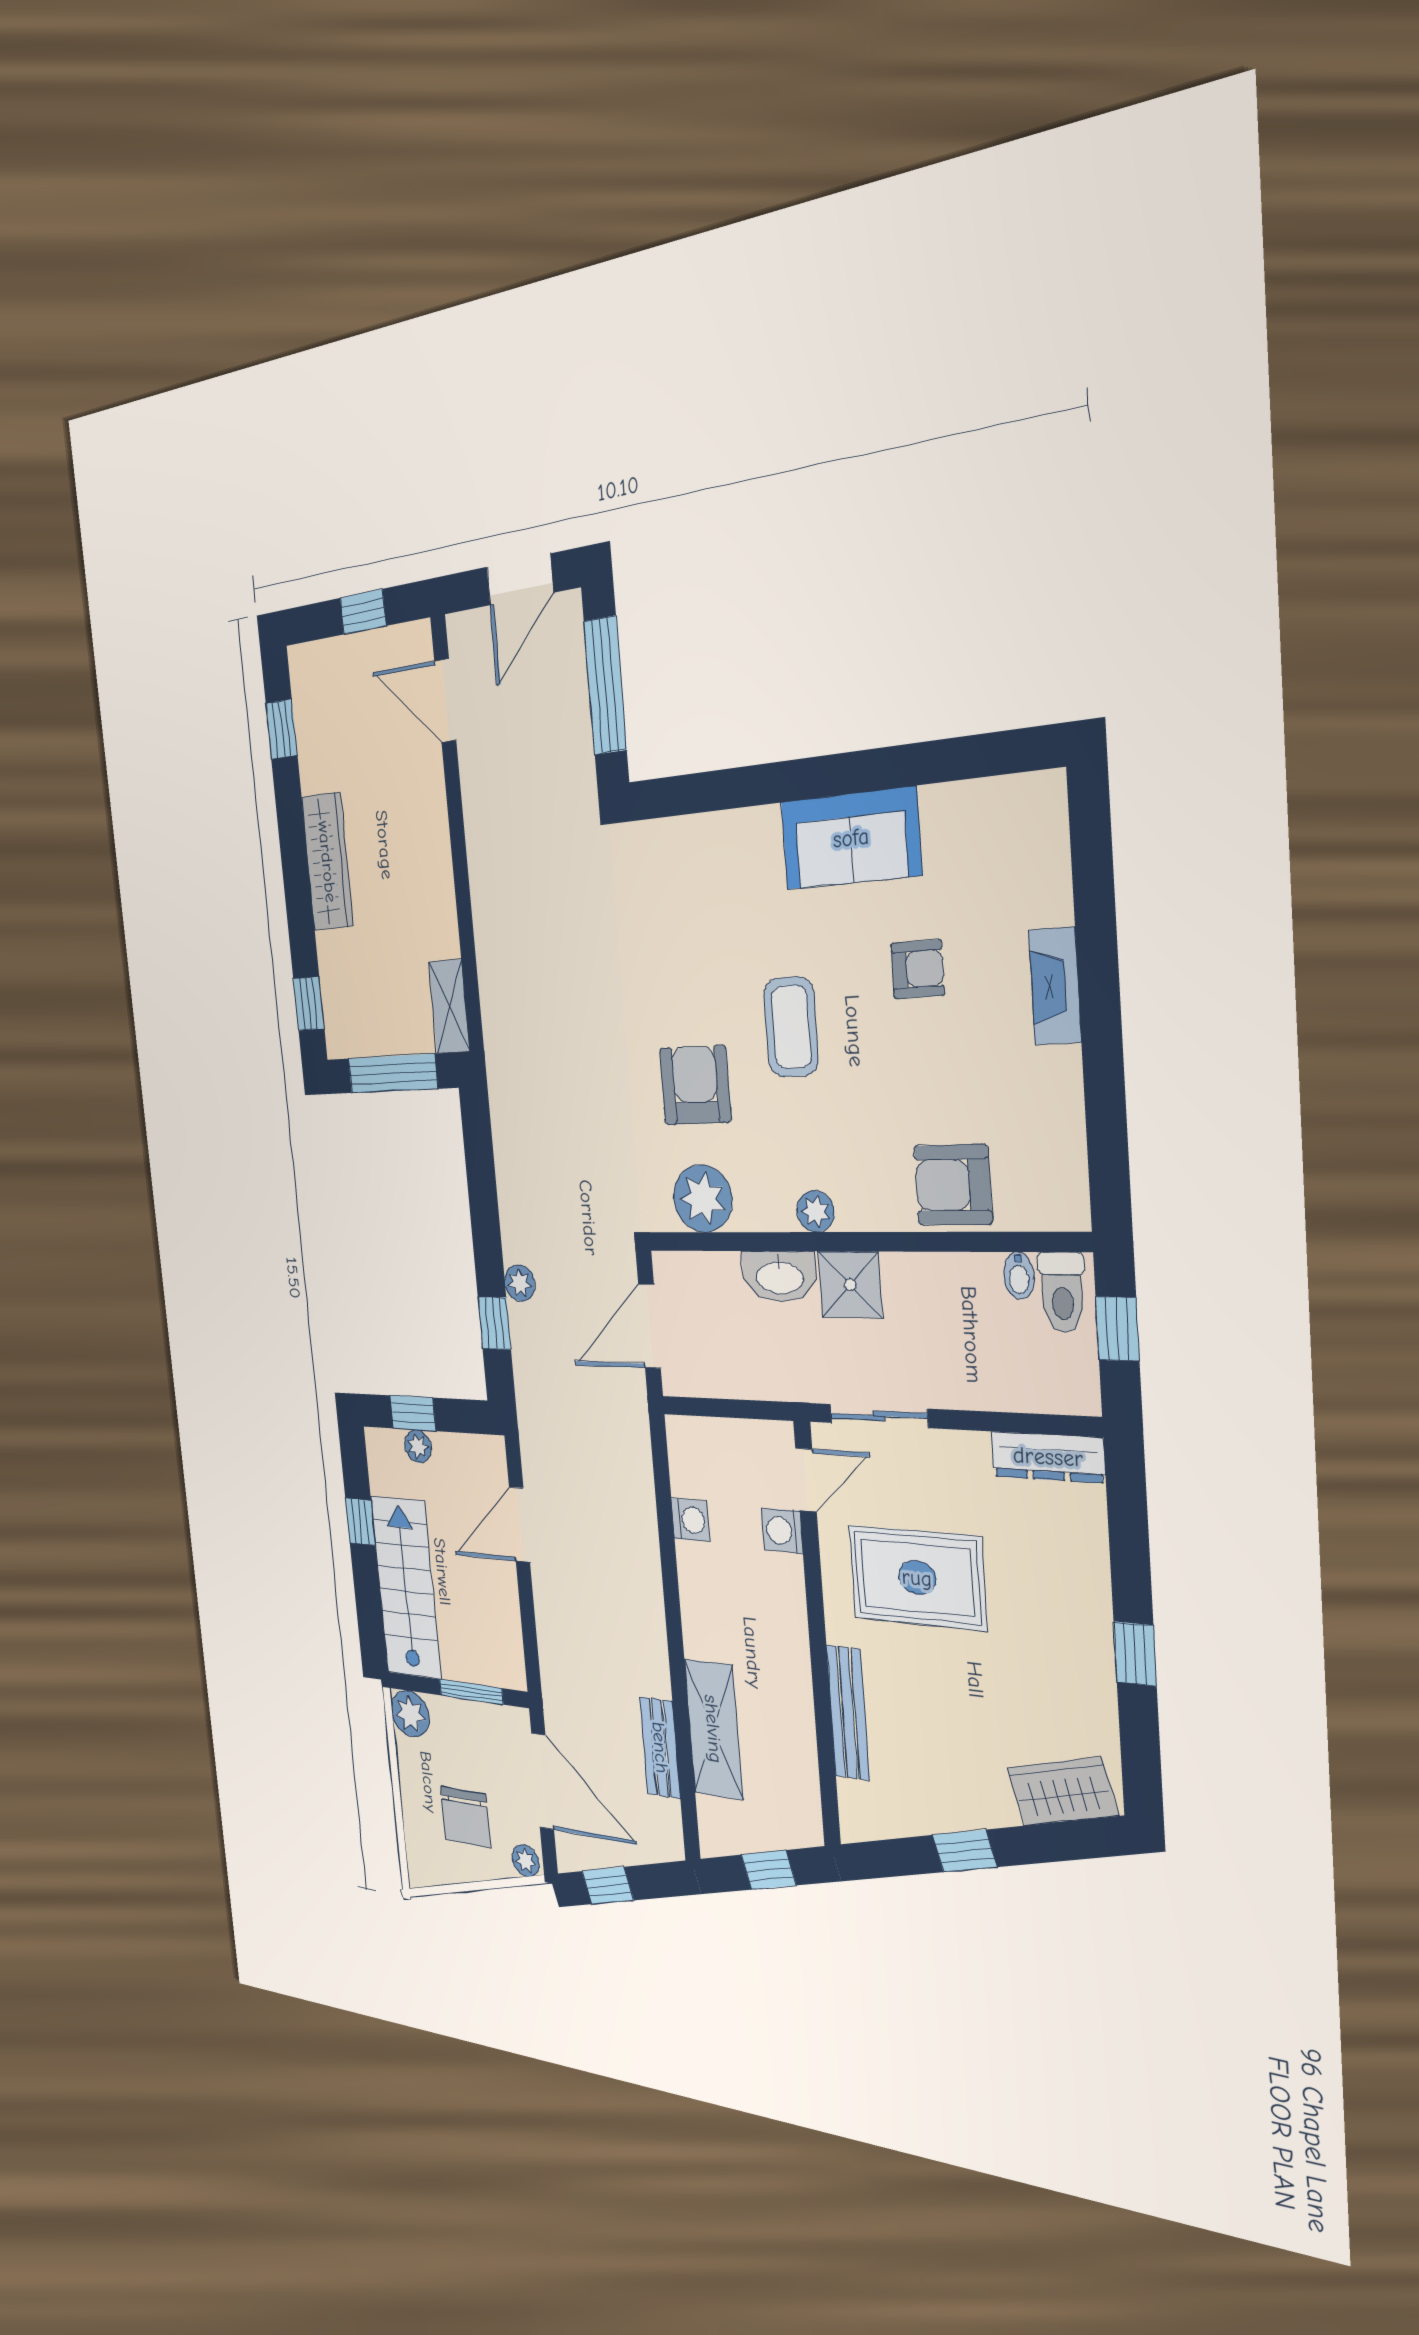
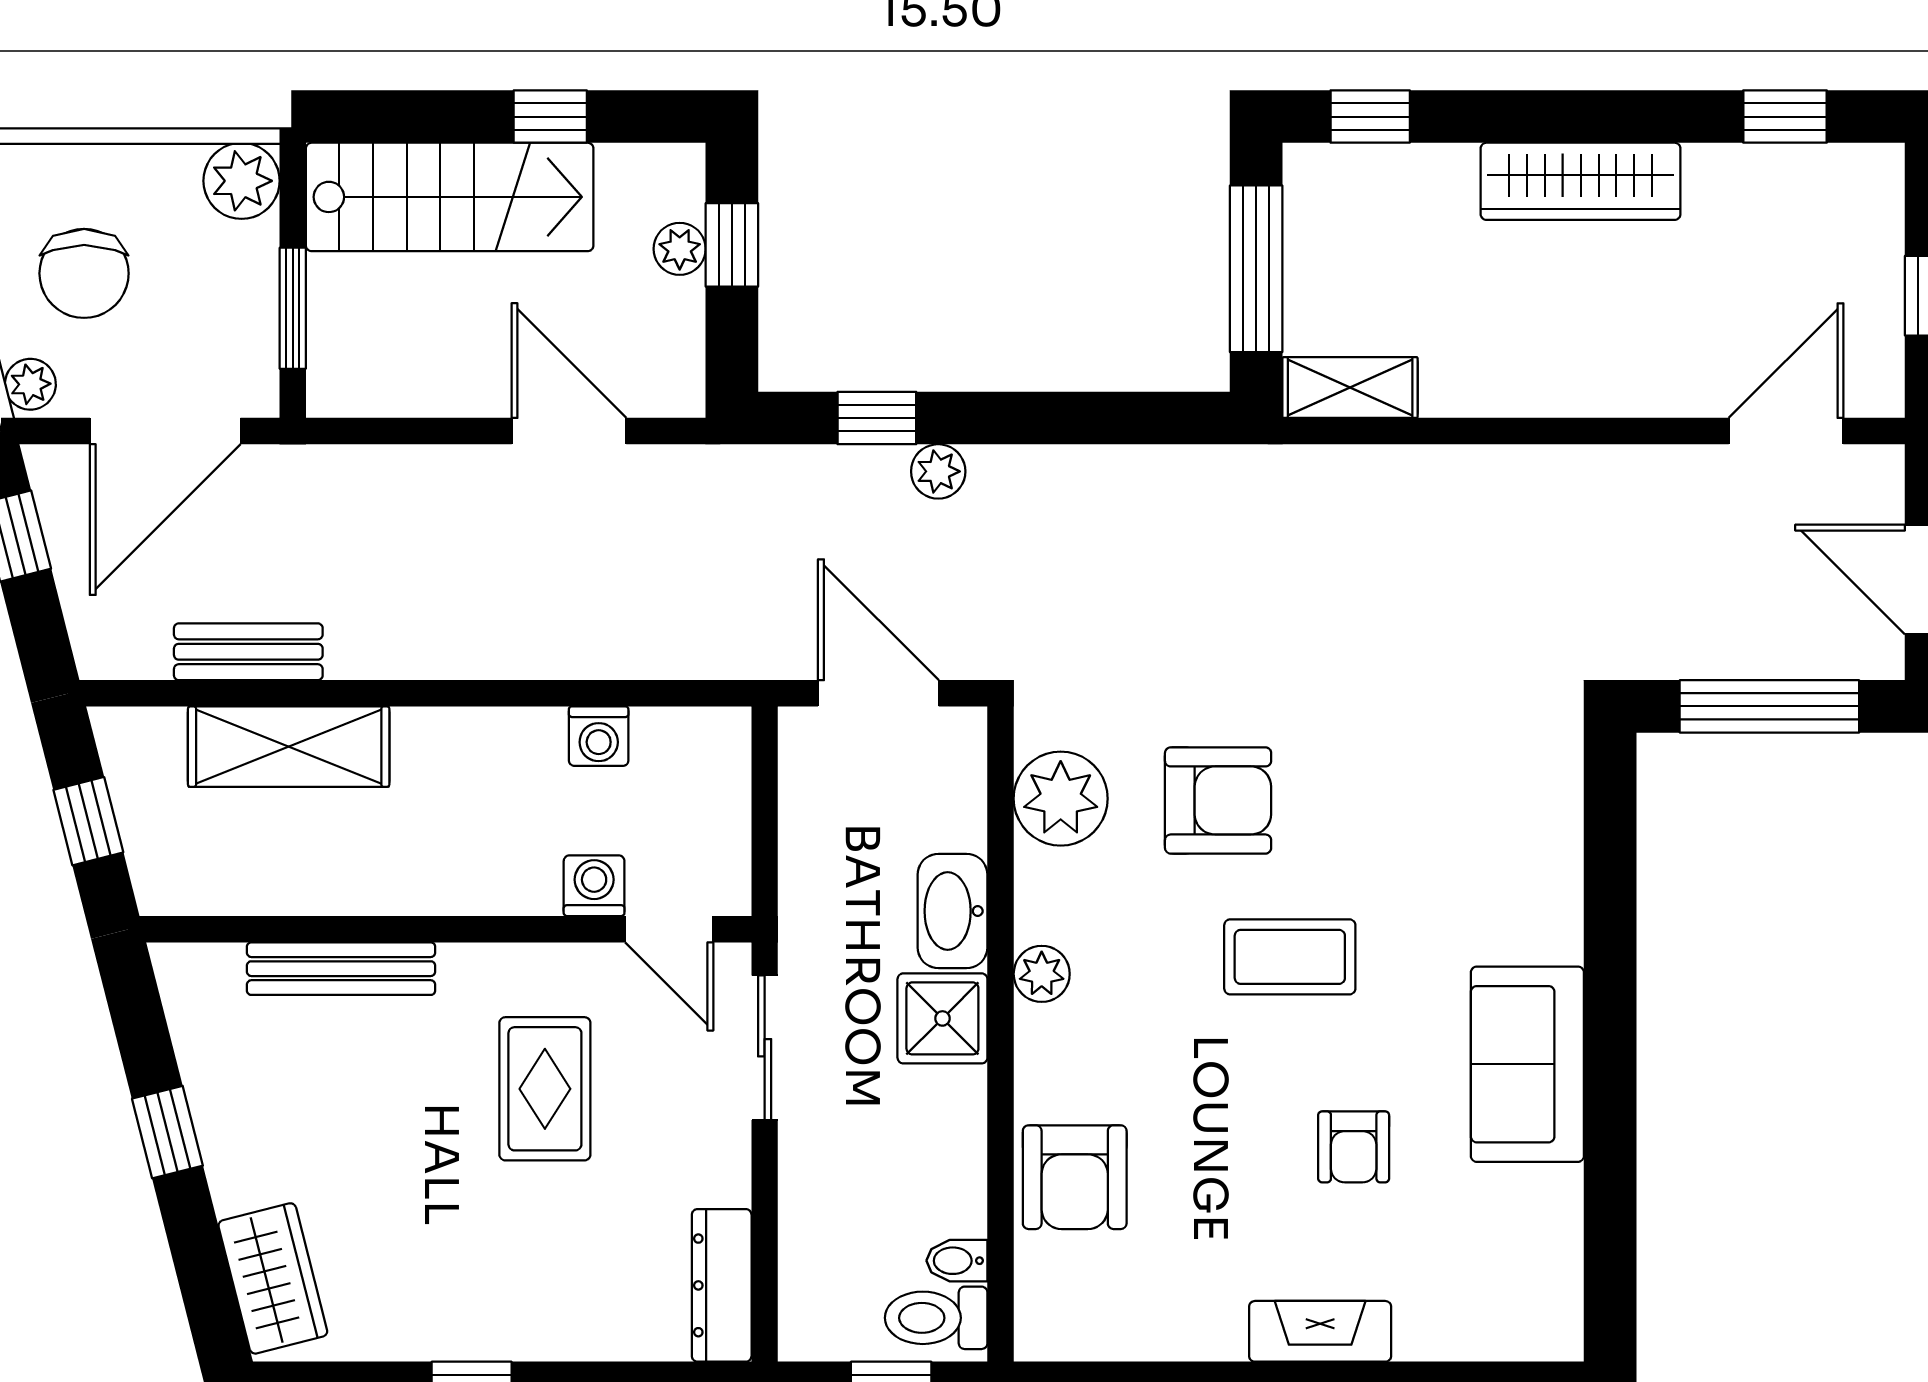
armchair: (953, 1185) -> (1075, 1177), turned 180
rug: (917, 1578) -> (545, 1089), width x0.73, depth x0.70
chair: (466, 1817) -> (84, 273), turned -90

